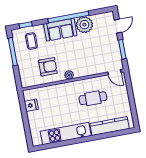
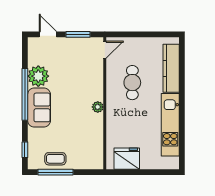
coffee table: (31, 41) -> (55, 159), moved
armchair: (48, 67) -> (83, 132), removed
fridge: (31, 105) -> (127, 159), width x1.88, depth x1.34

